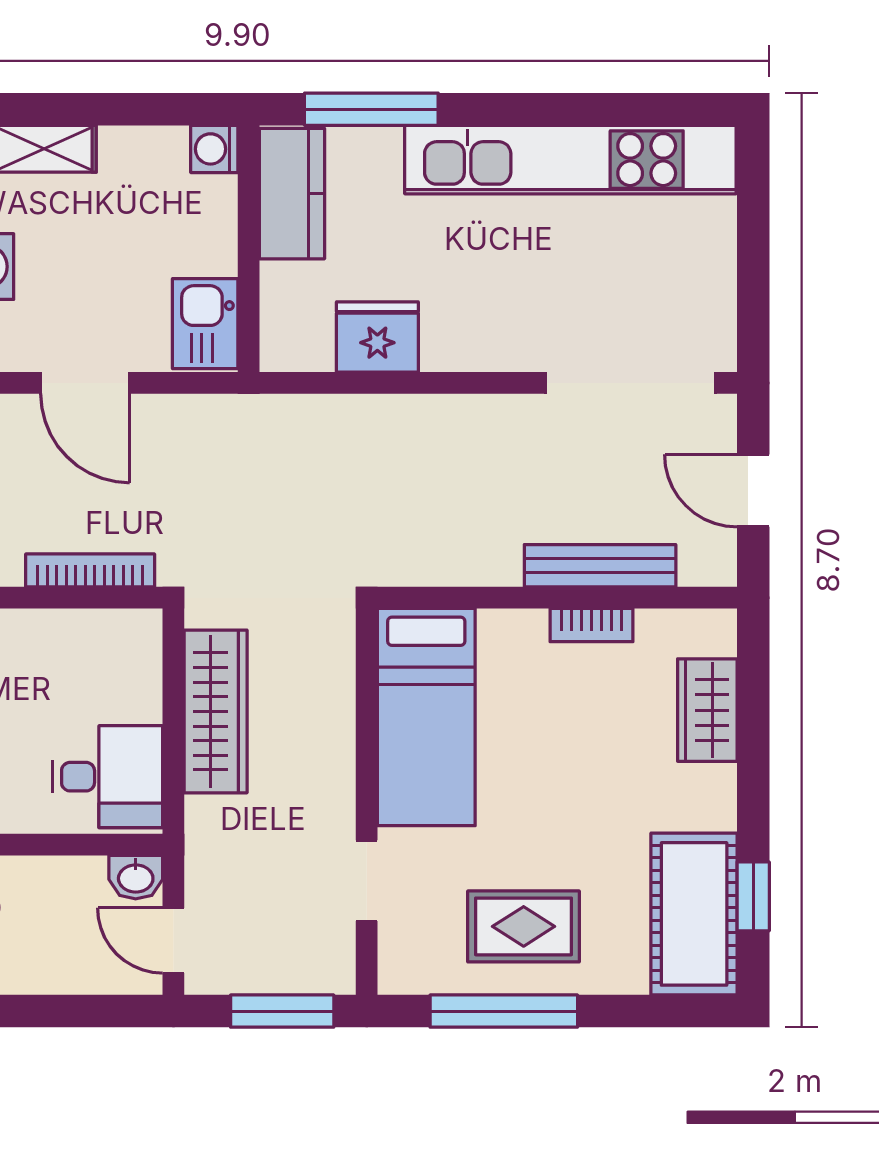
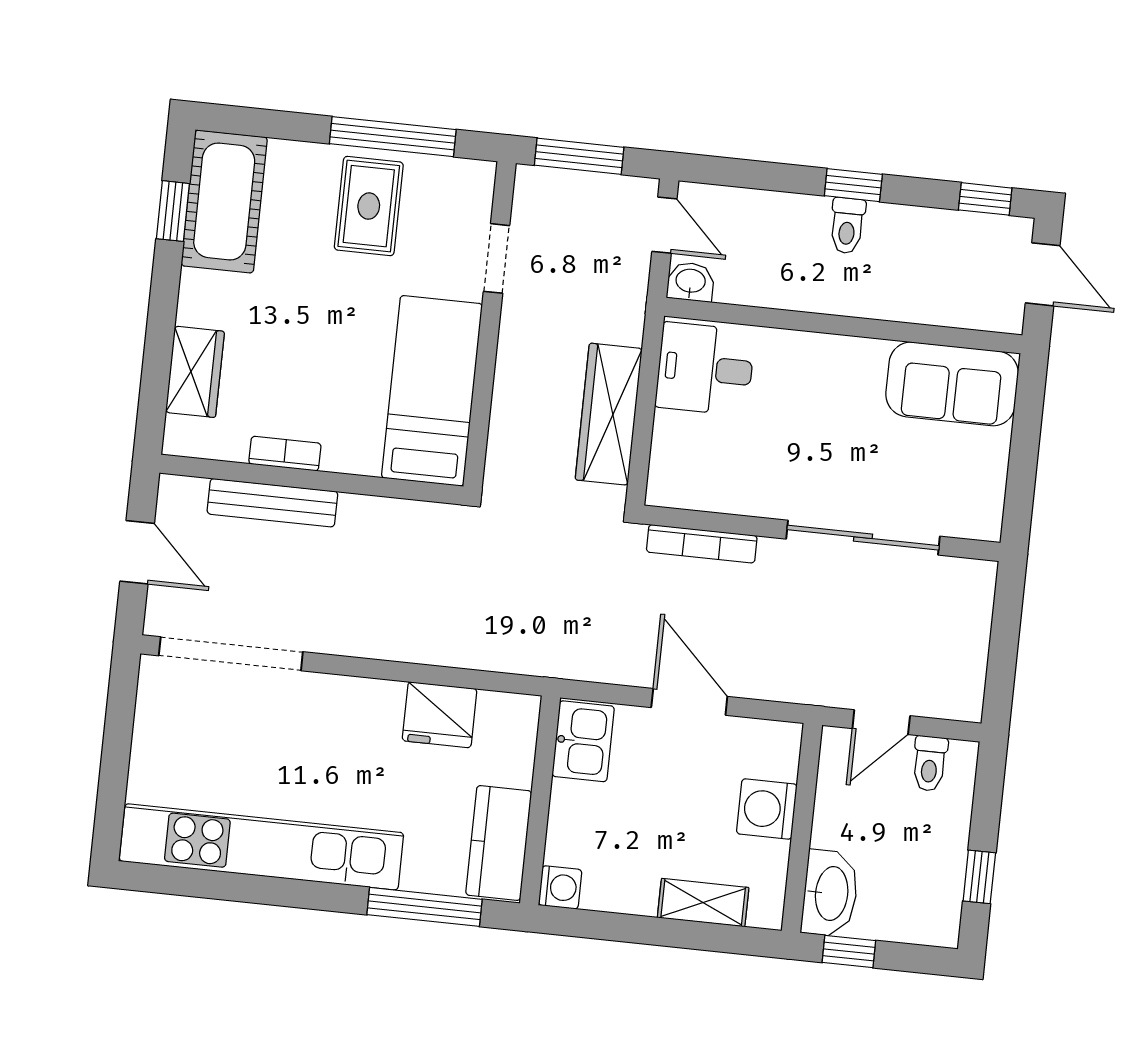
rug: (524, 926) -> (369, 206), turned 90

